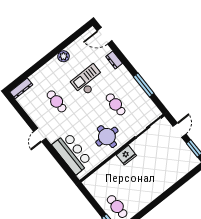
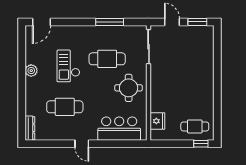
dresser: (114, 60) -> (68, 30), removed
cafe table: (57, 101) -> (65, 107), width x1.37, depth x1.35
cafe table: (116, 104) -> (107, 59), width x1.37, depth x1.35
fridge: (126, 155) -> (157, 121), moved

